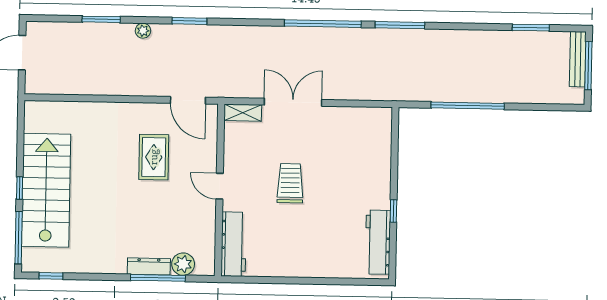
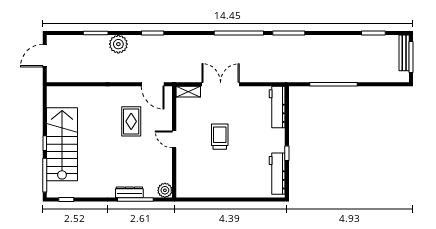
plant: (143, 31) -> (118, 44), width x1.88, depth x1.88
workbench: (234, 244) -> (277, 107), moved, turned 180
plant: (183, 264) -> (165, 190), moved

